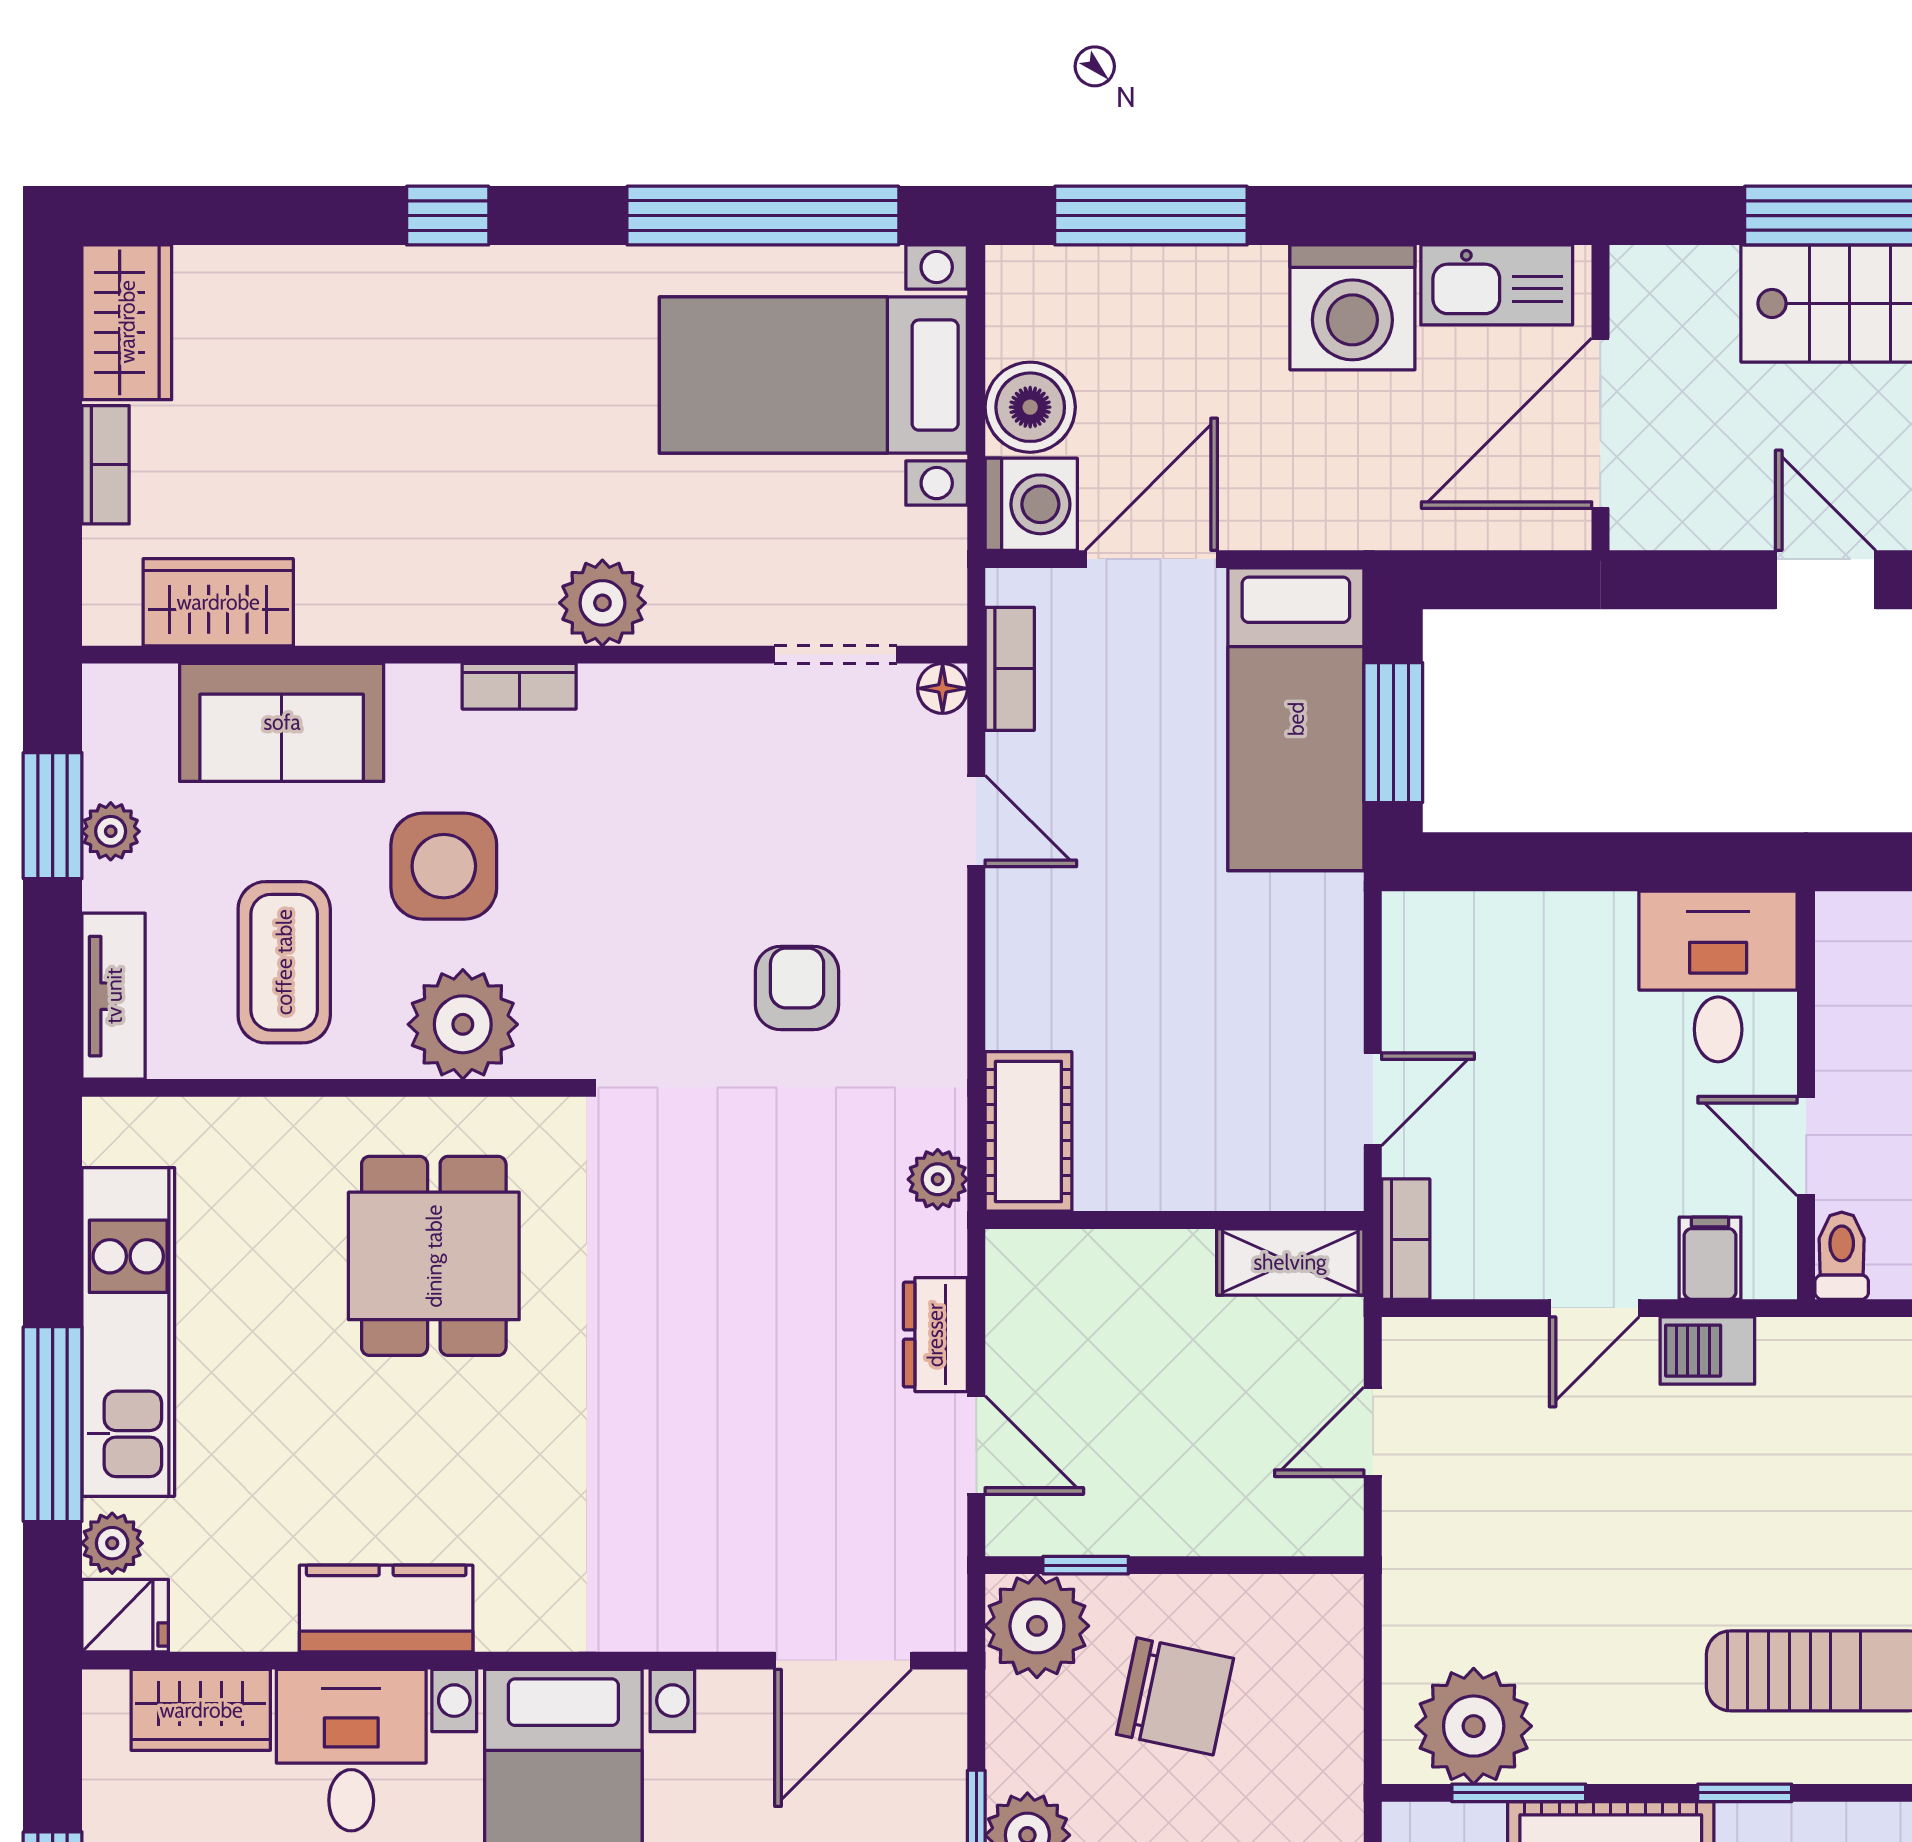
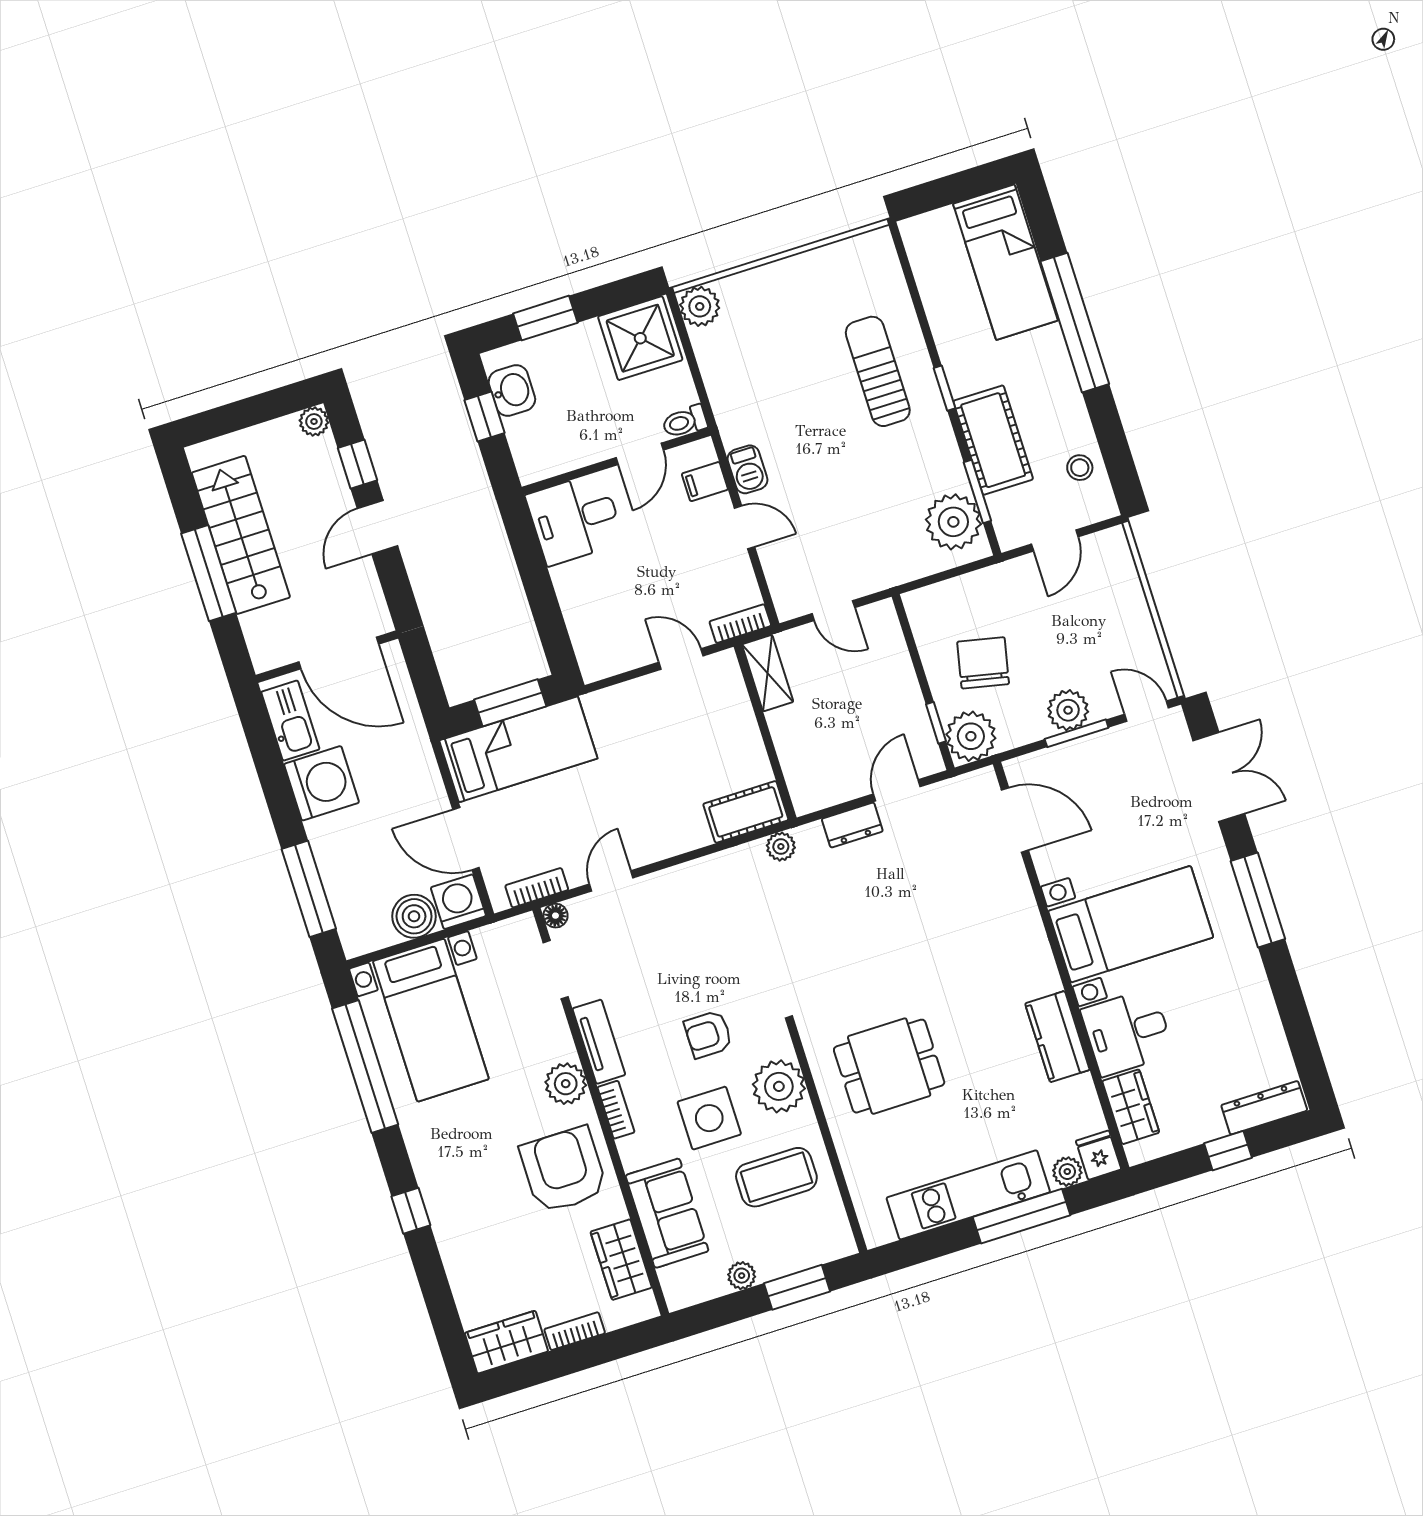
armchair: (433, 544) -> (563, 1170), added
window: (53, 816) -> (797, 1287), moved
armchair: (797, 988) -> (708, 1034), moved
tv unit: (114, 996) -> (599, 1042), moved, turned 90

